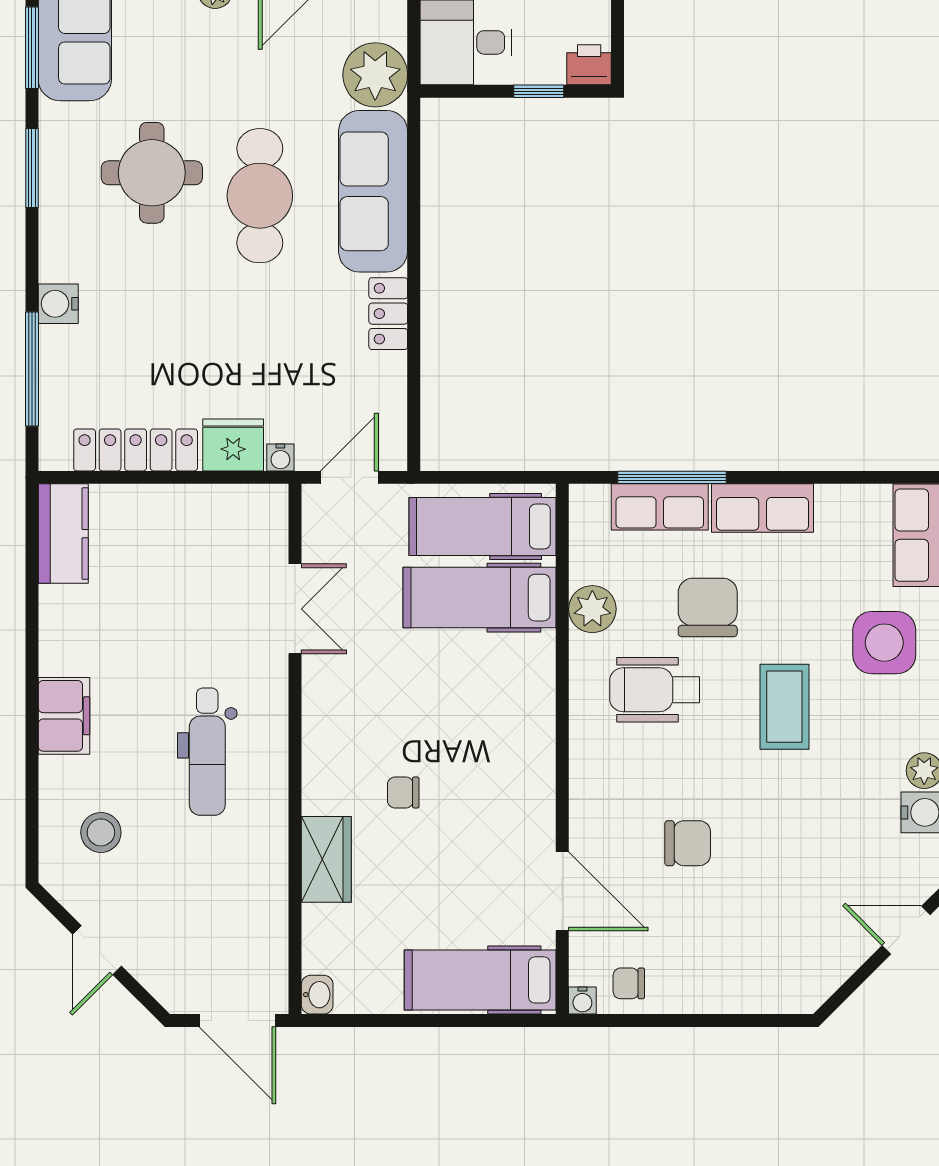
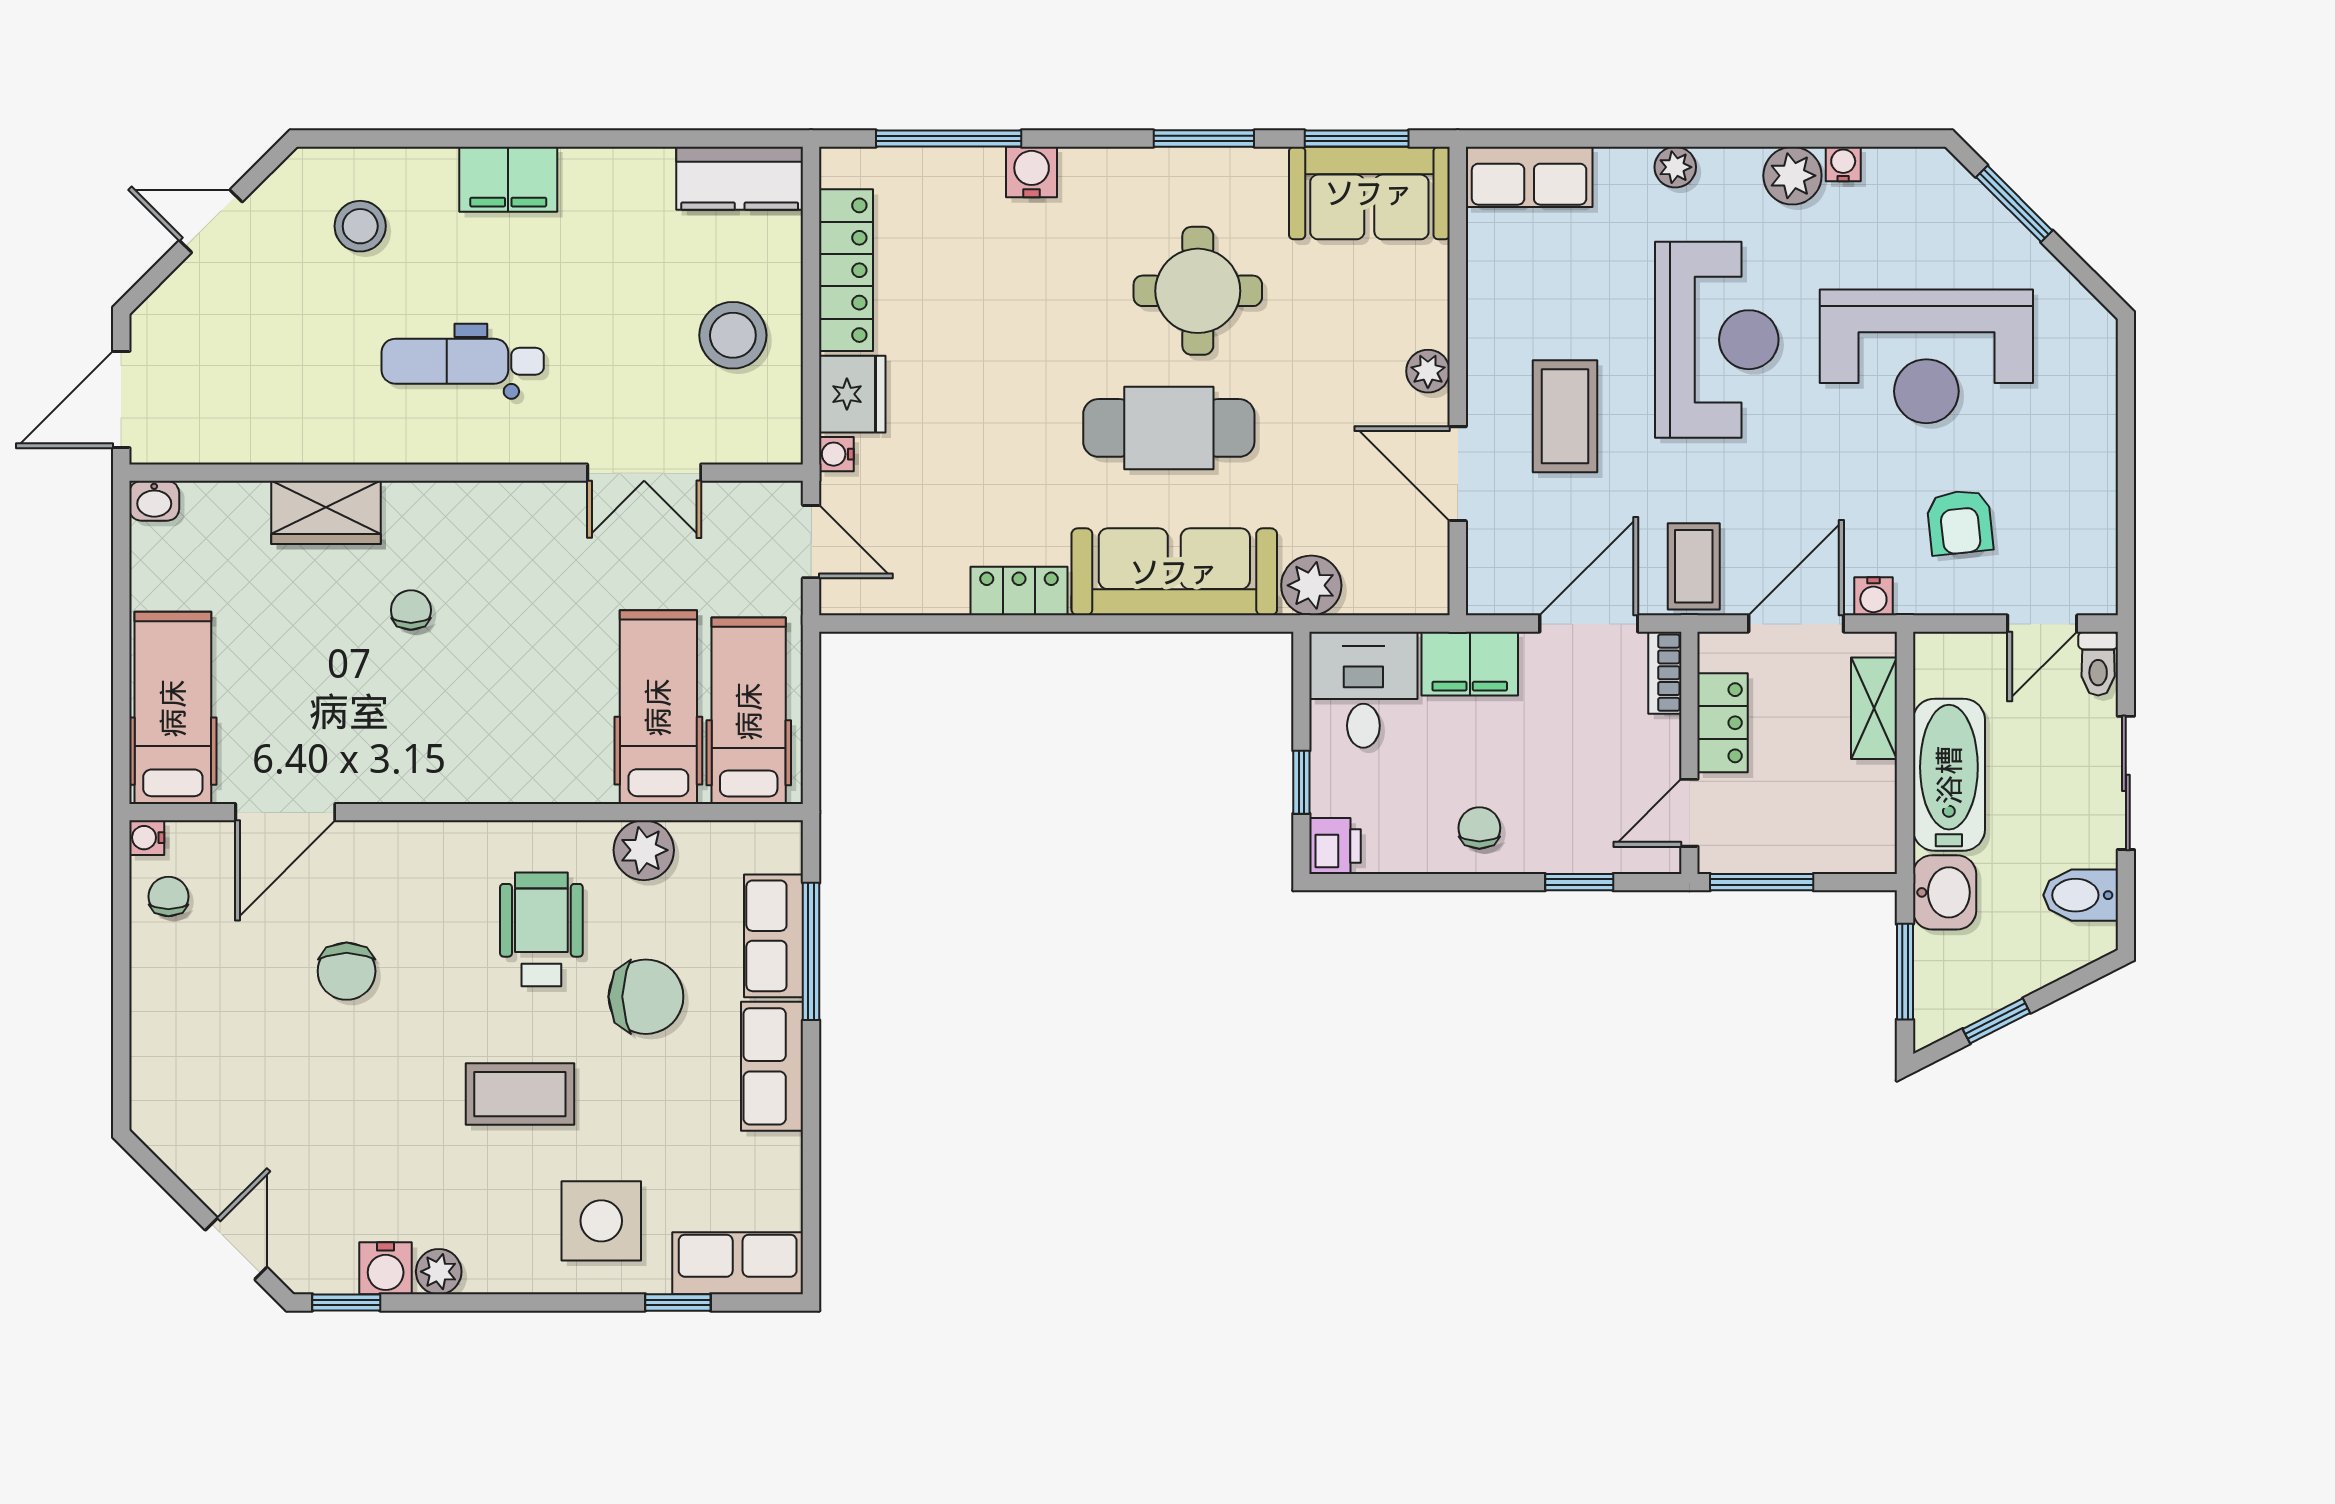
plant: (375, 75) -> (1311, 585), width x0.73, depth x0.73
stool: (187, 539) -> (733, 335), added

